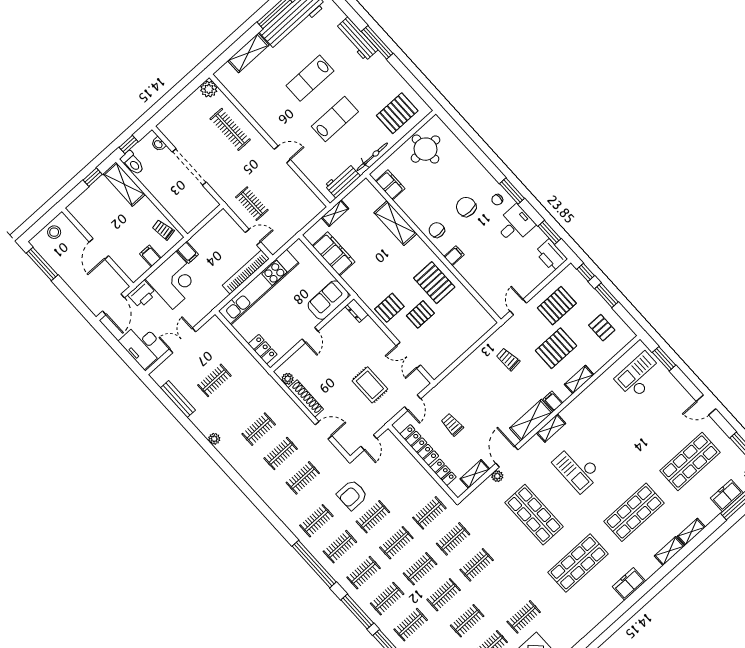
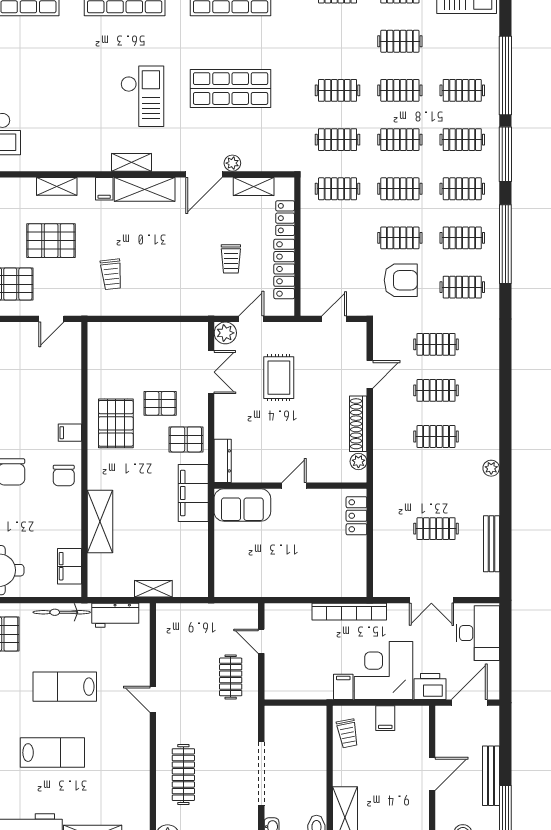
filing cabinet: (334, 254) -> (193, 493), moved
bookcase: (246, 272) -> (349, 612), moved
bench: (67, 276) -> (491, 776), added
kitchen unit: (259, 287) -> (302, 584), removed
dresser: (357, 310) -> (223, 461), width x1.44
plant: (420, 383) -> (225, 333), added
door: (323, 430) -> (370, 374), swing flipped
shop shelf: (534, 515) -> (231, 89), turned 90

